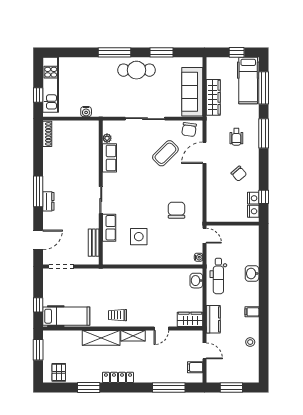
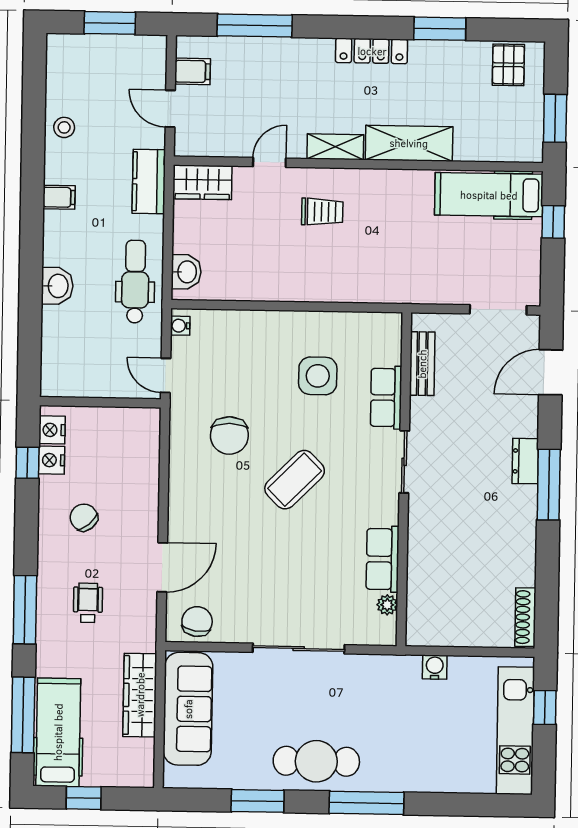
coffee table: (165, 153) -> (295, 480), moved
trolley: (118, 315) -> (322, 212), moved

